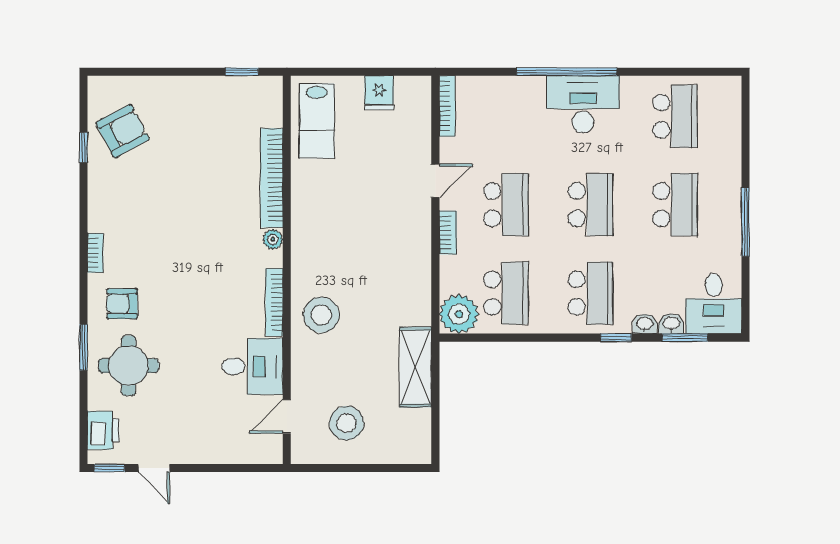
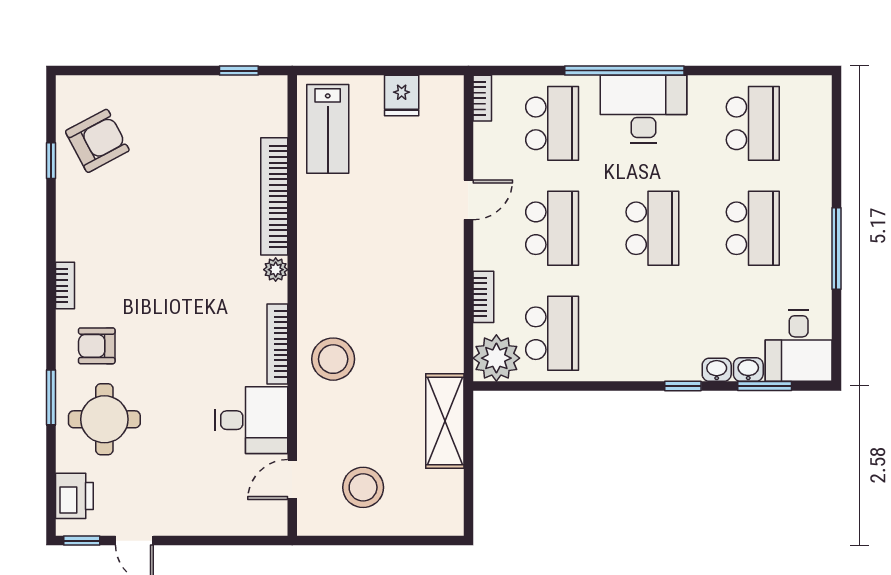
bookcase: (447, 106) -> (482, 98), width x0.64
bookcase: (448, 233) -> (483, 297), moved
school desk: (590, 293) -> (552, 123), moved

